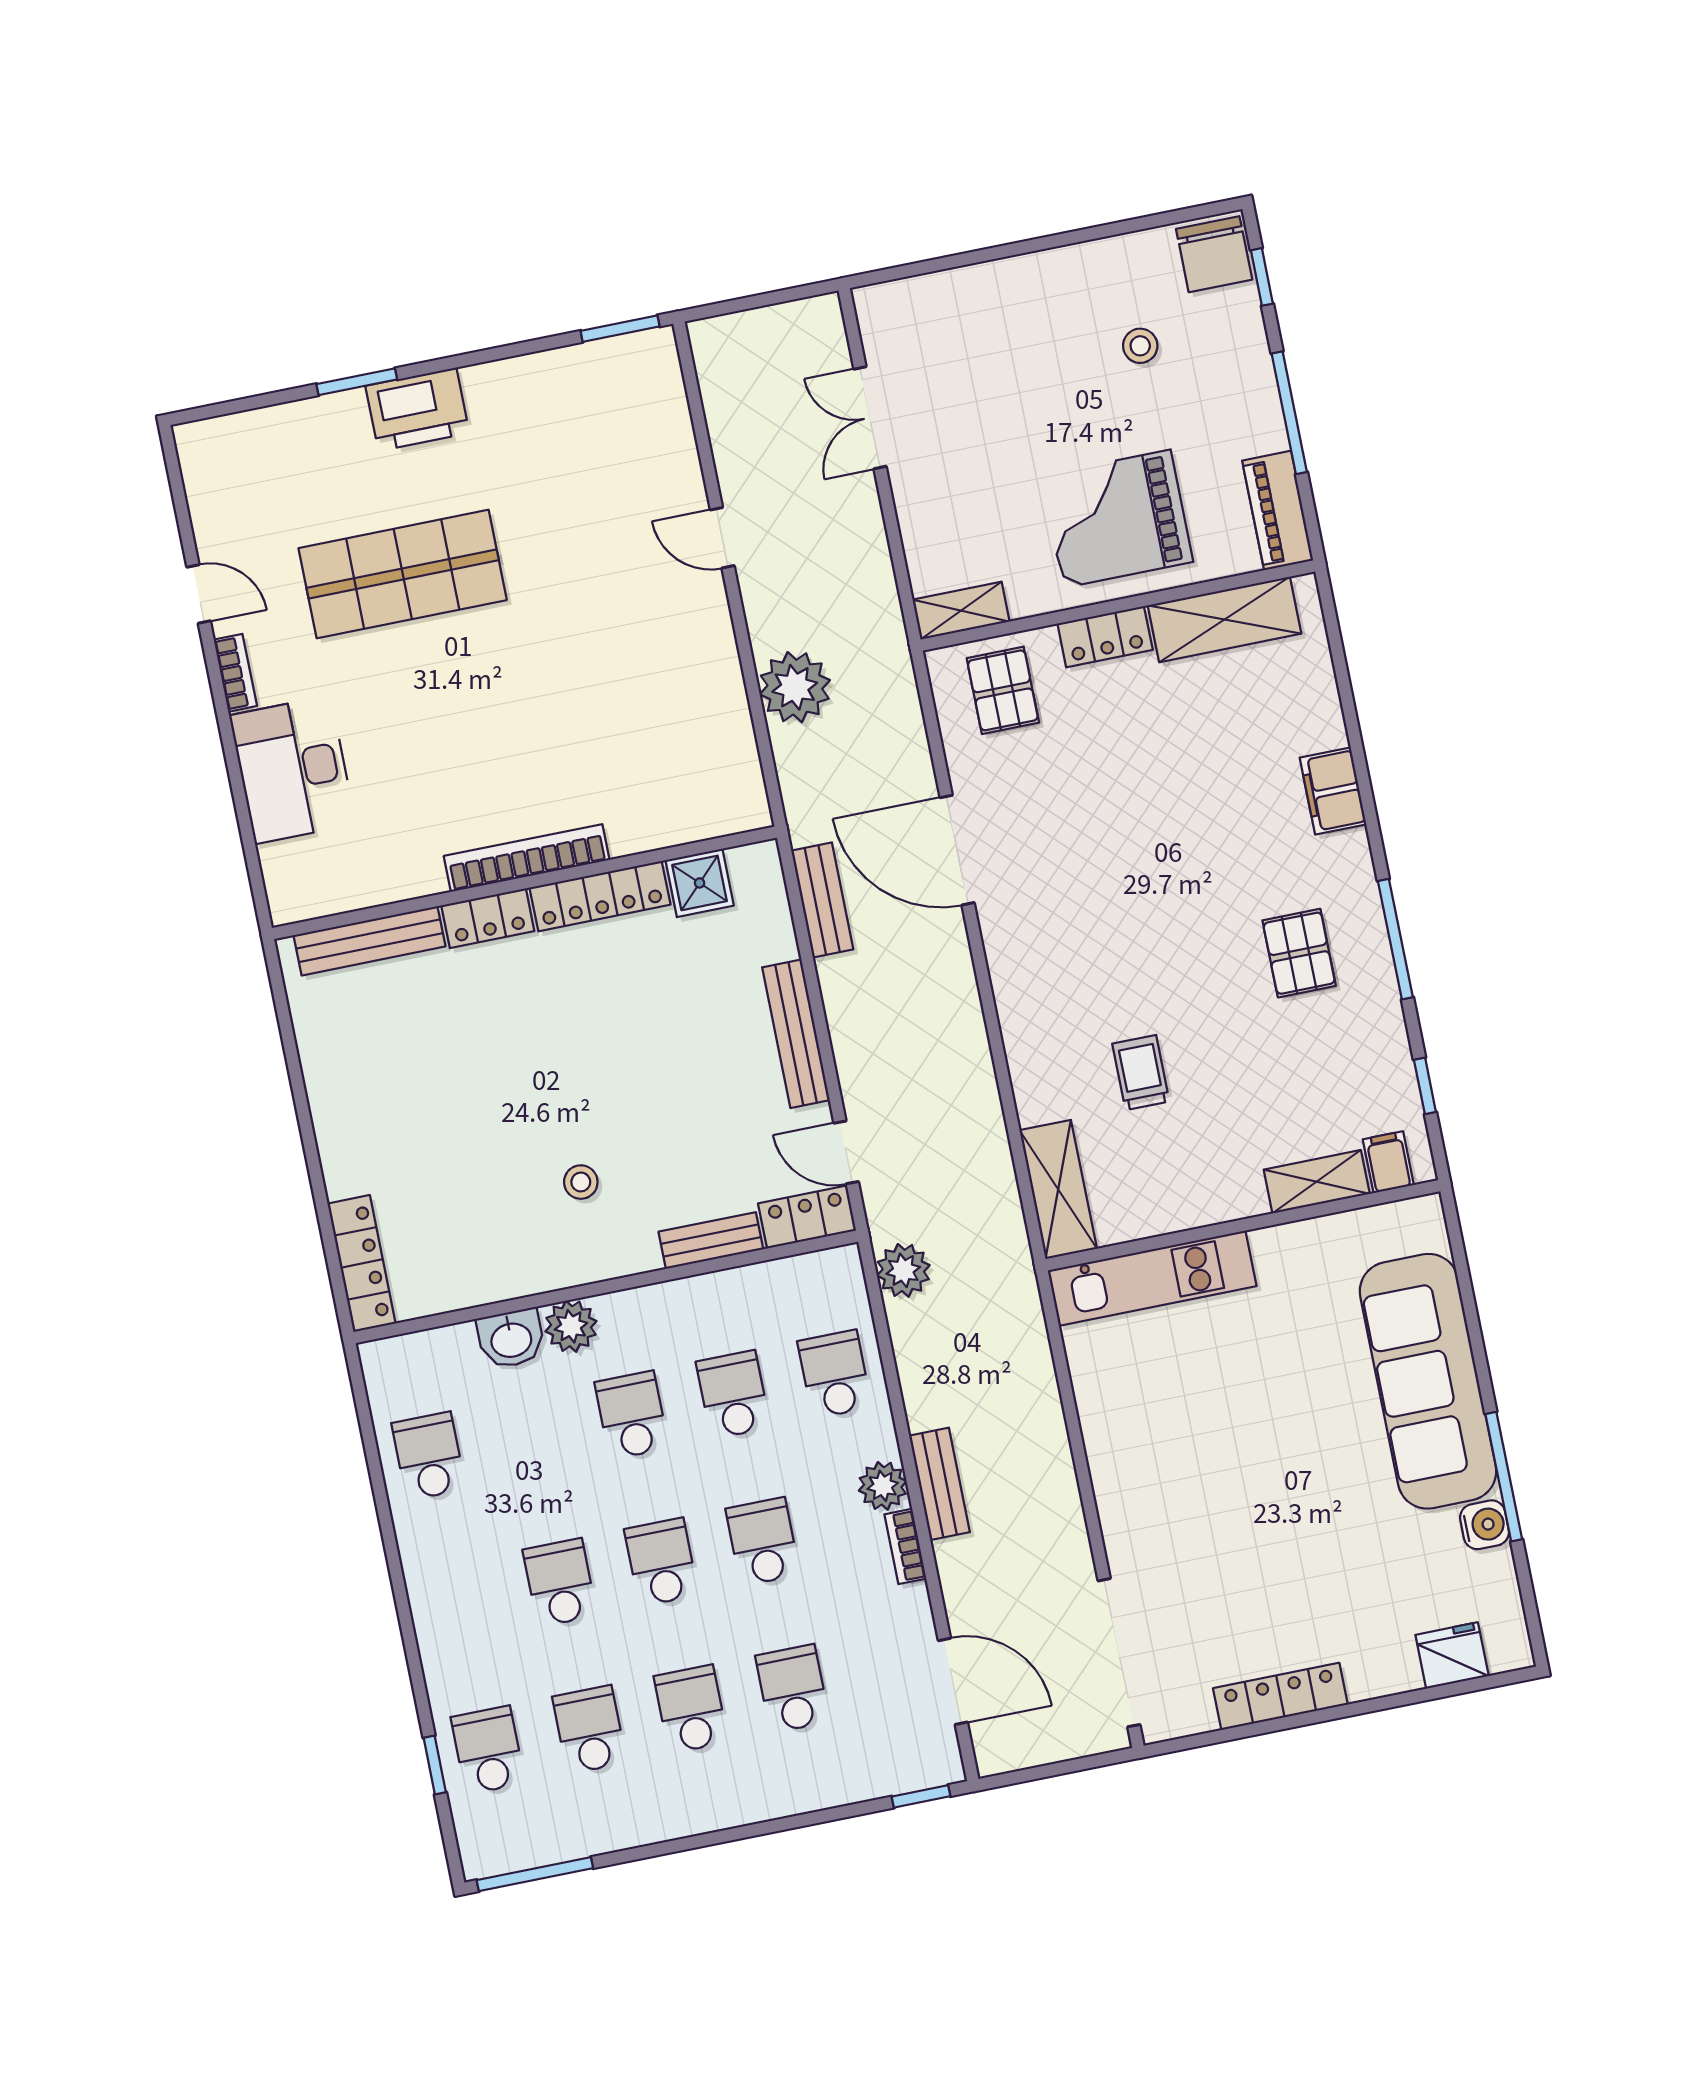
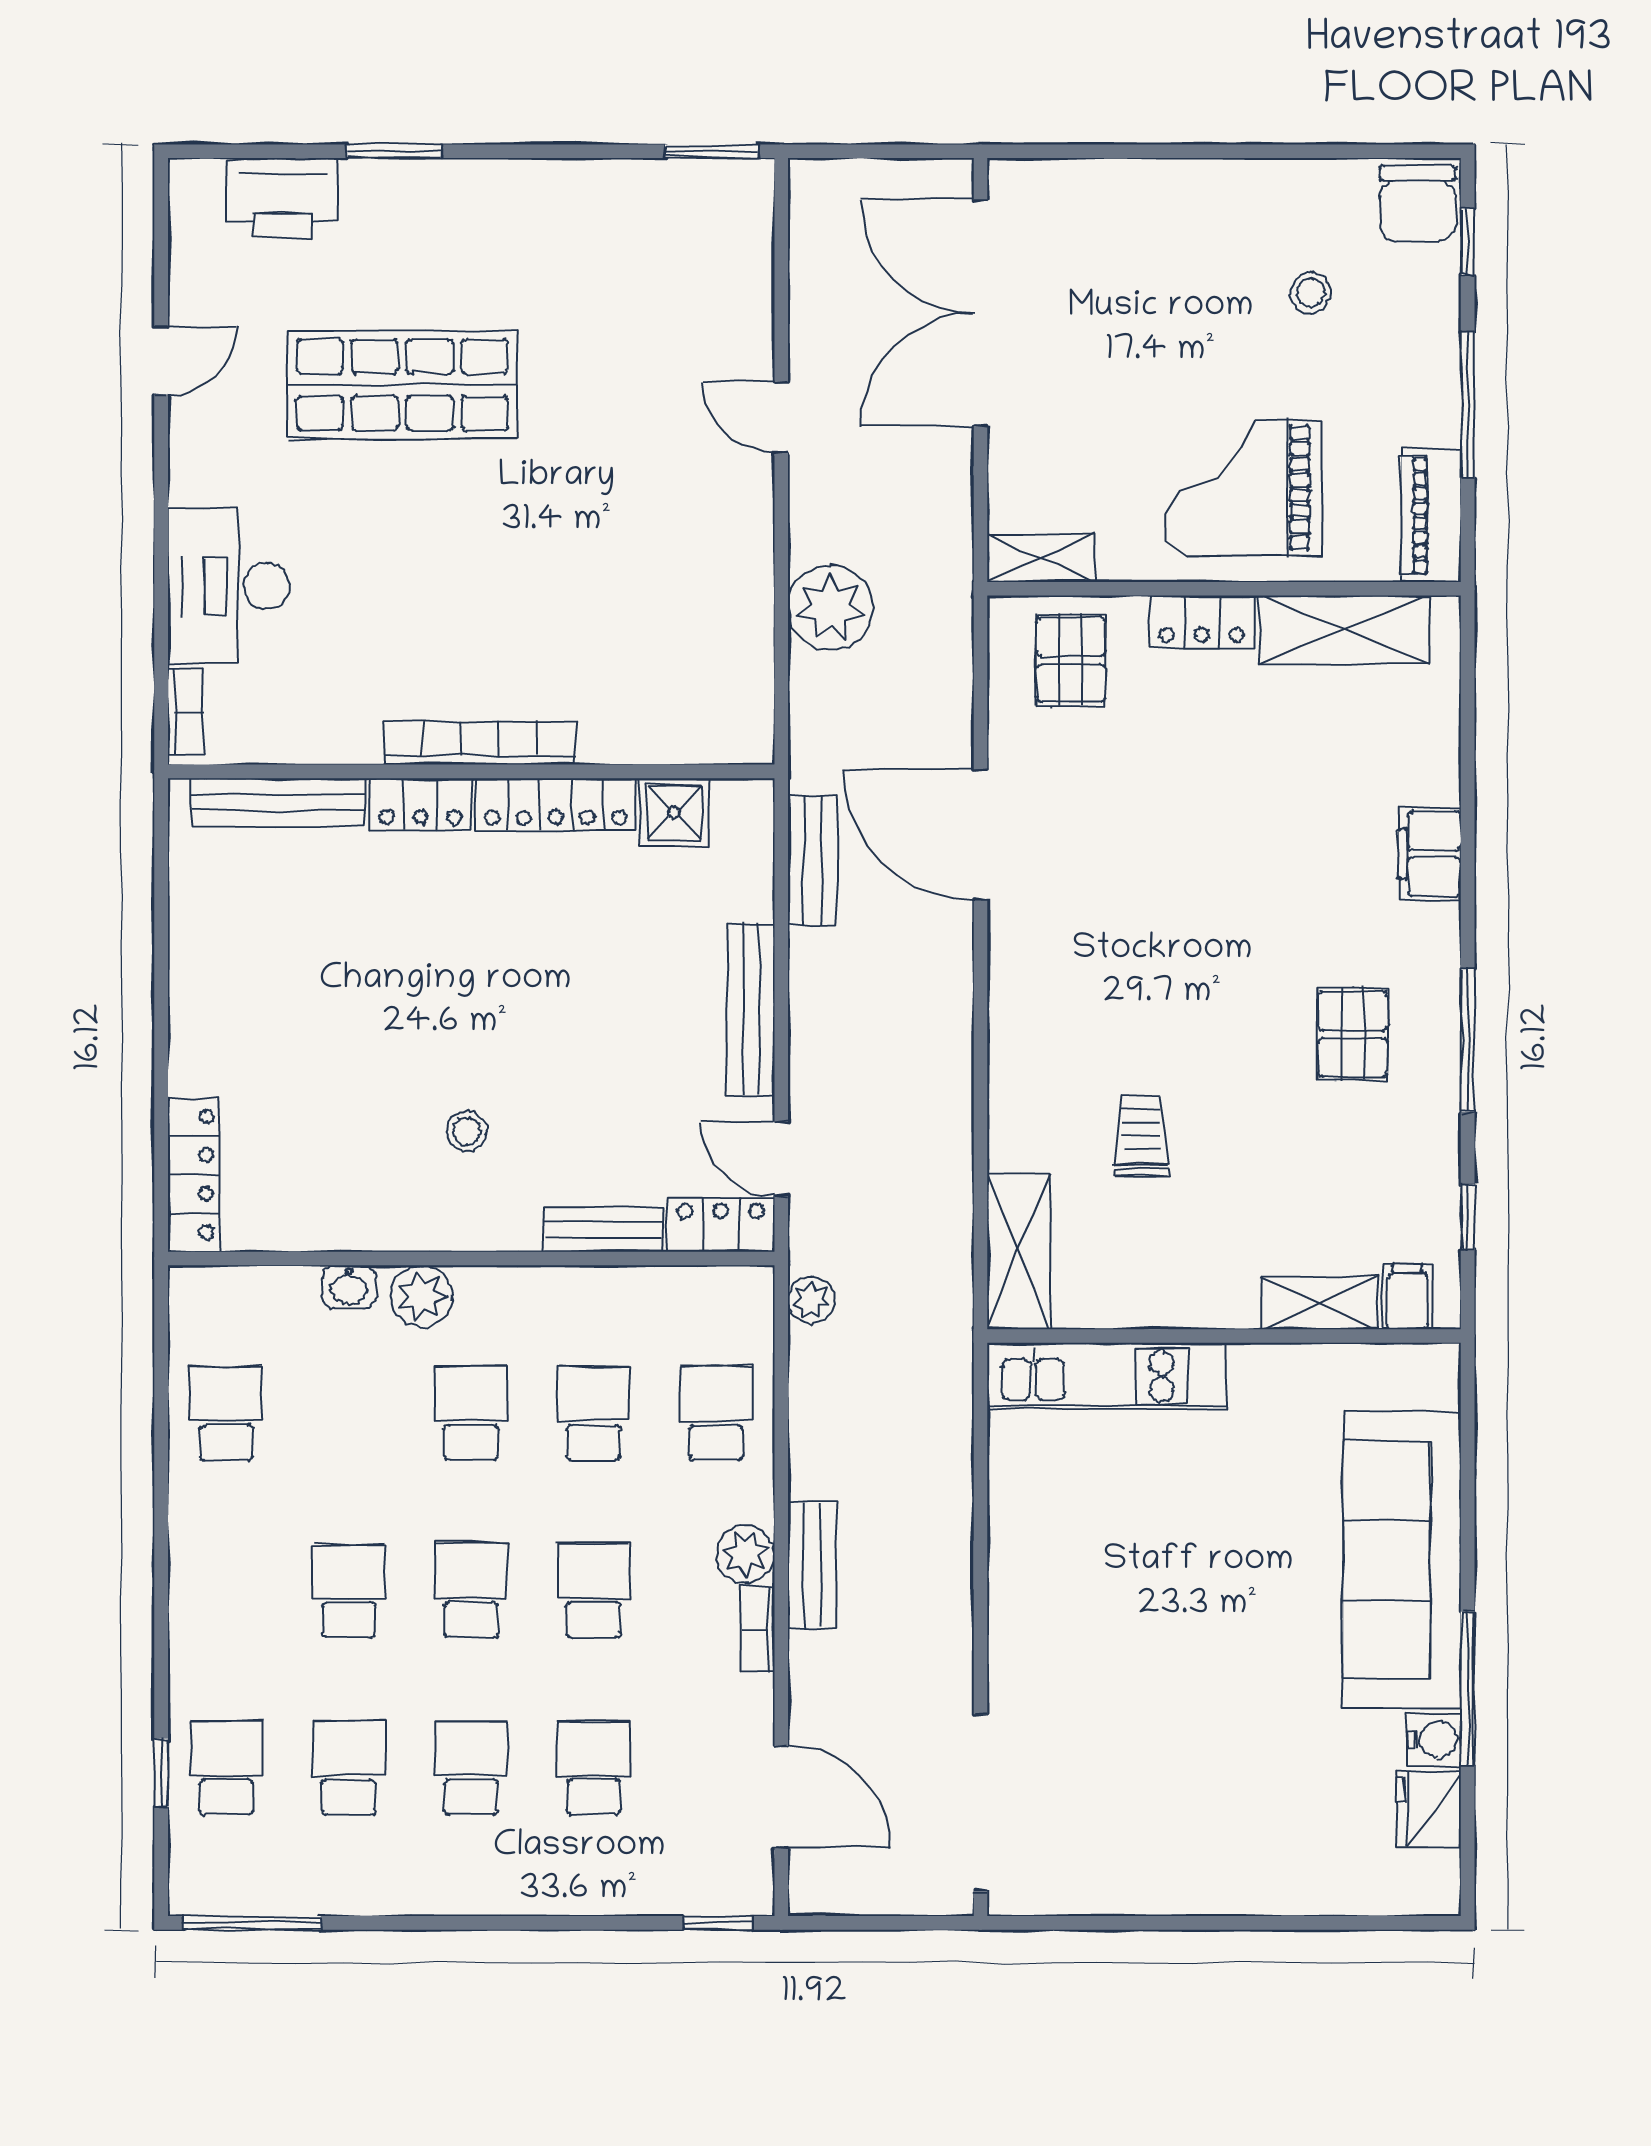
printer: (417, 409) -> (282, 197), moved
double door: (870, 418) -> (980, 313), width x1.87
door: (199, 594) -> (161, 360), hinge flipped
bookcase: (235, 673) -> (185, 712), moved
plant: (903, 1270) -> (811, 1300), width x0.73, depth x0.73
washbasin: (511, 1339) -> (349, 1287), width x0.72, depth x0.69
fridge: (1452, 1655) -> (1428, 1809), moved, turned -90
locker: (1280, 1696) -> (1157, 1891), removed

